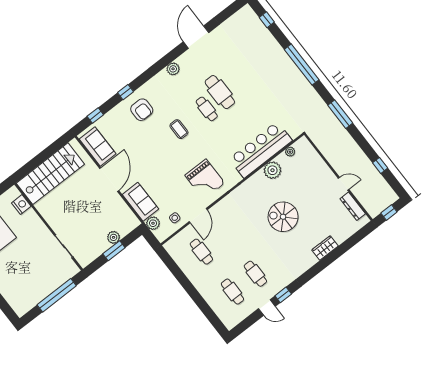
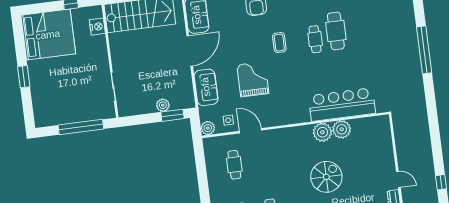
window: (340, 114) -> (432, 115), removed
plant: (290, 152) -> (322, 132), moved, width x1.88, depth x1.88
grand piano: (205, 179) -> (253, 79), moved, turned 180
door: (198, 216) -> (250, 131), swing flipped
spiral stairs: (283, 217) -> (326, 177), turned 90
plant: (153, 223) -> (208, 128), moved
window: (114, 251) -> (172, 115), moved

